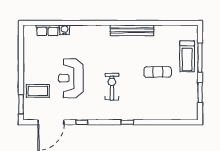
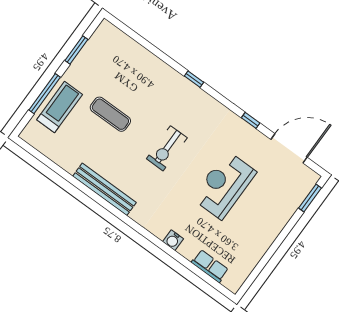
water cooler: (65, 30) -> (173, 240), moved
reception desk: (71, 78) -> (224, 185), turned 180
exercise bike: (112, 87) -> (167, 148), moved
coffee table: (38, 91) -> (277, 199), removed

